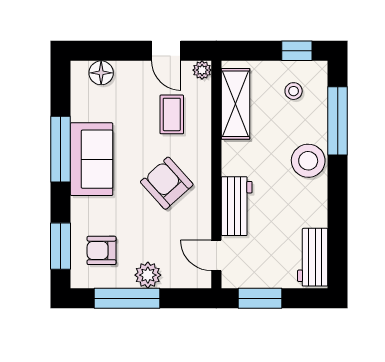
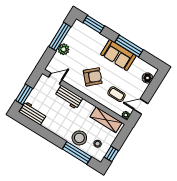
stool: (308, 161) -> (79, 138), moved
armchair: (102, 250) -> (83, 38), removed
window: (260, 298) -> (24, 94), moved

